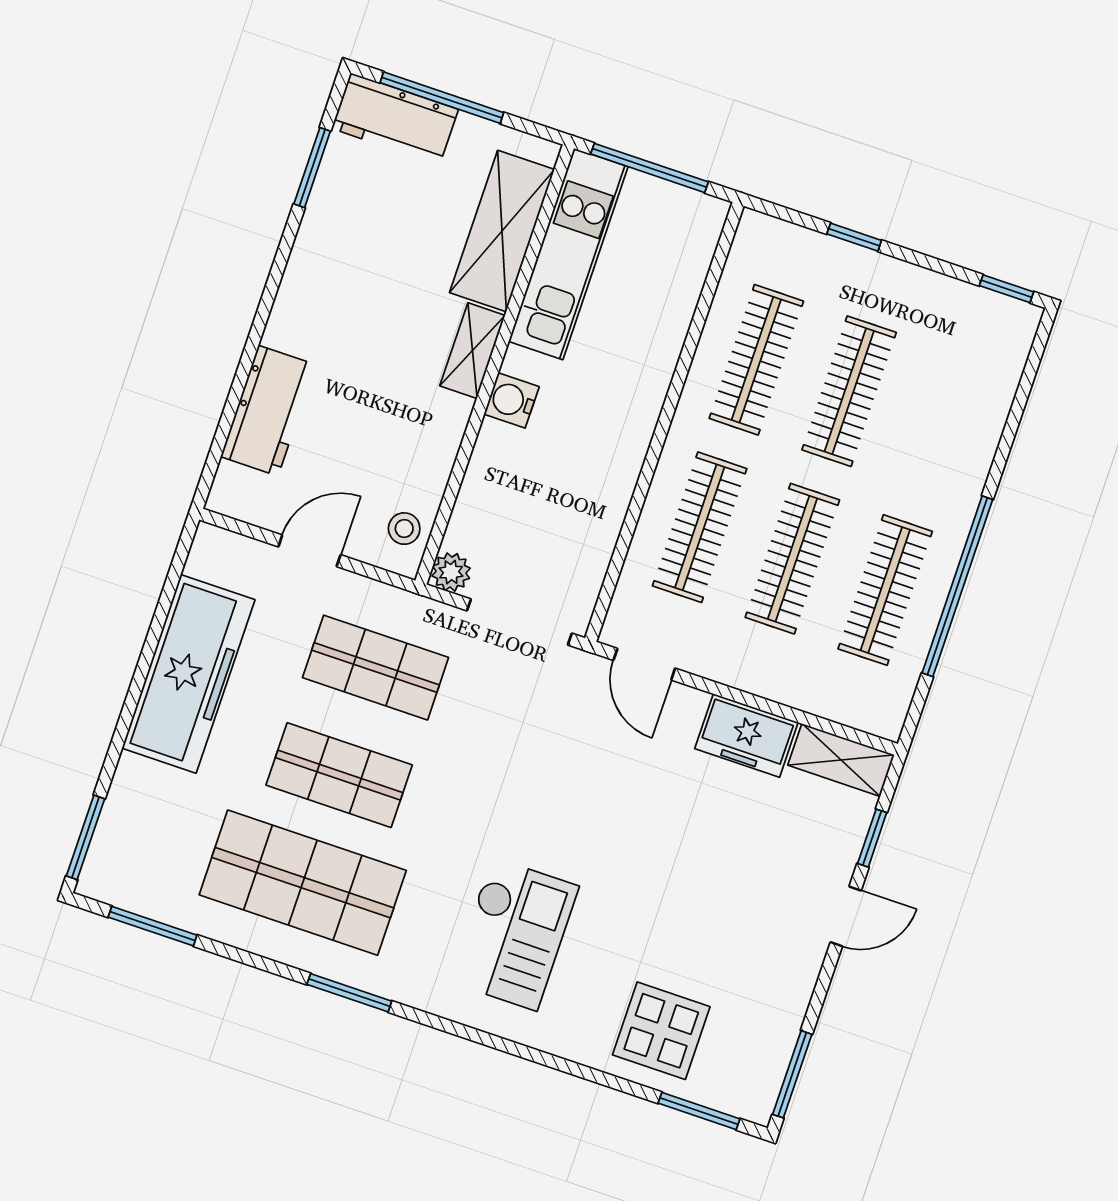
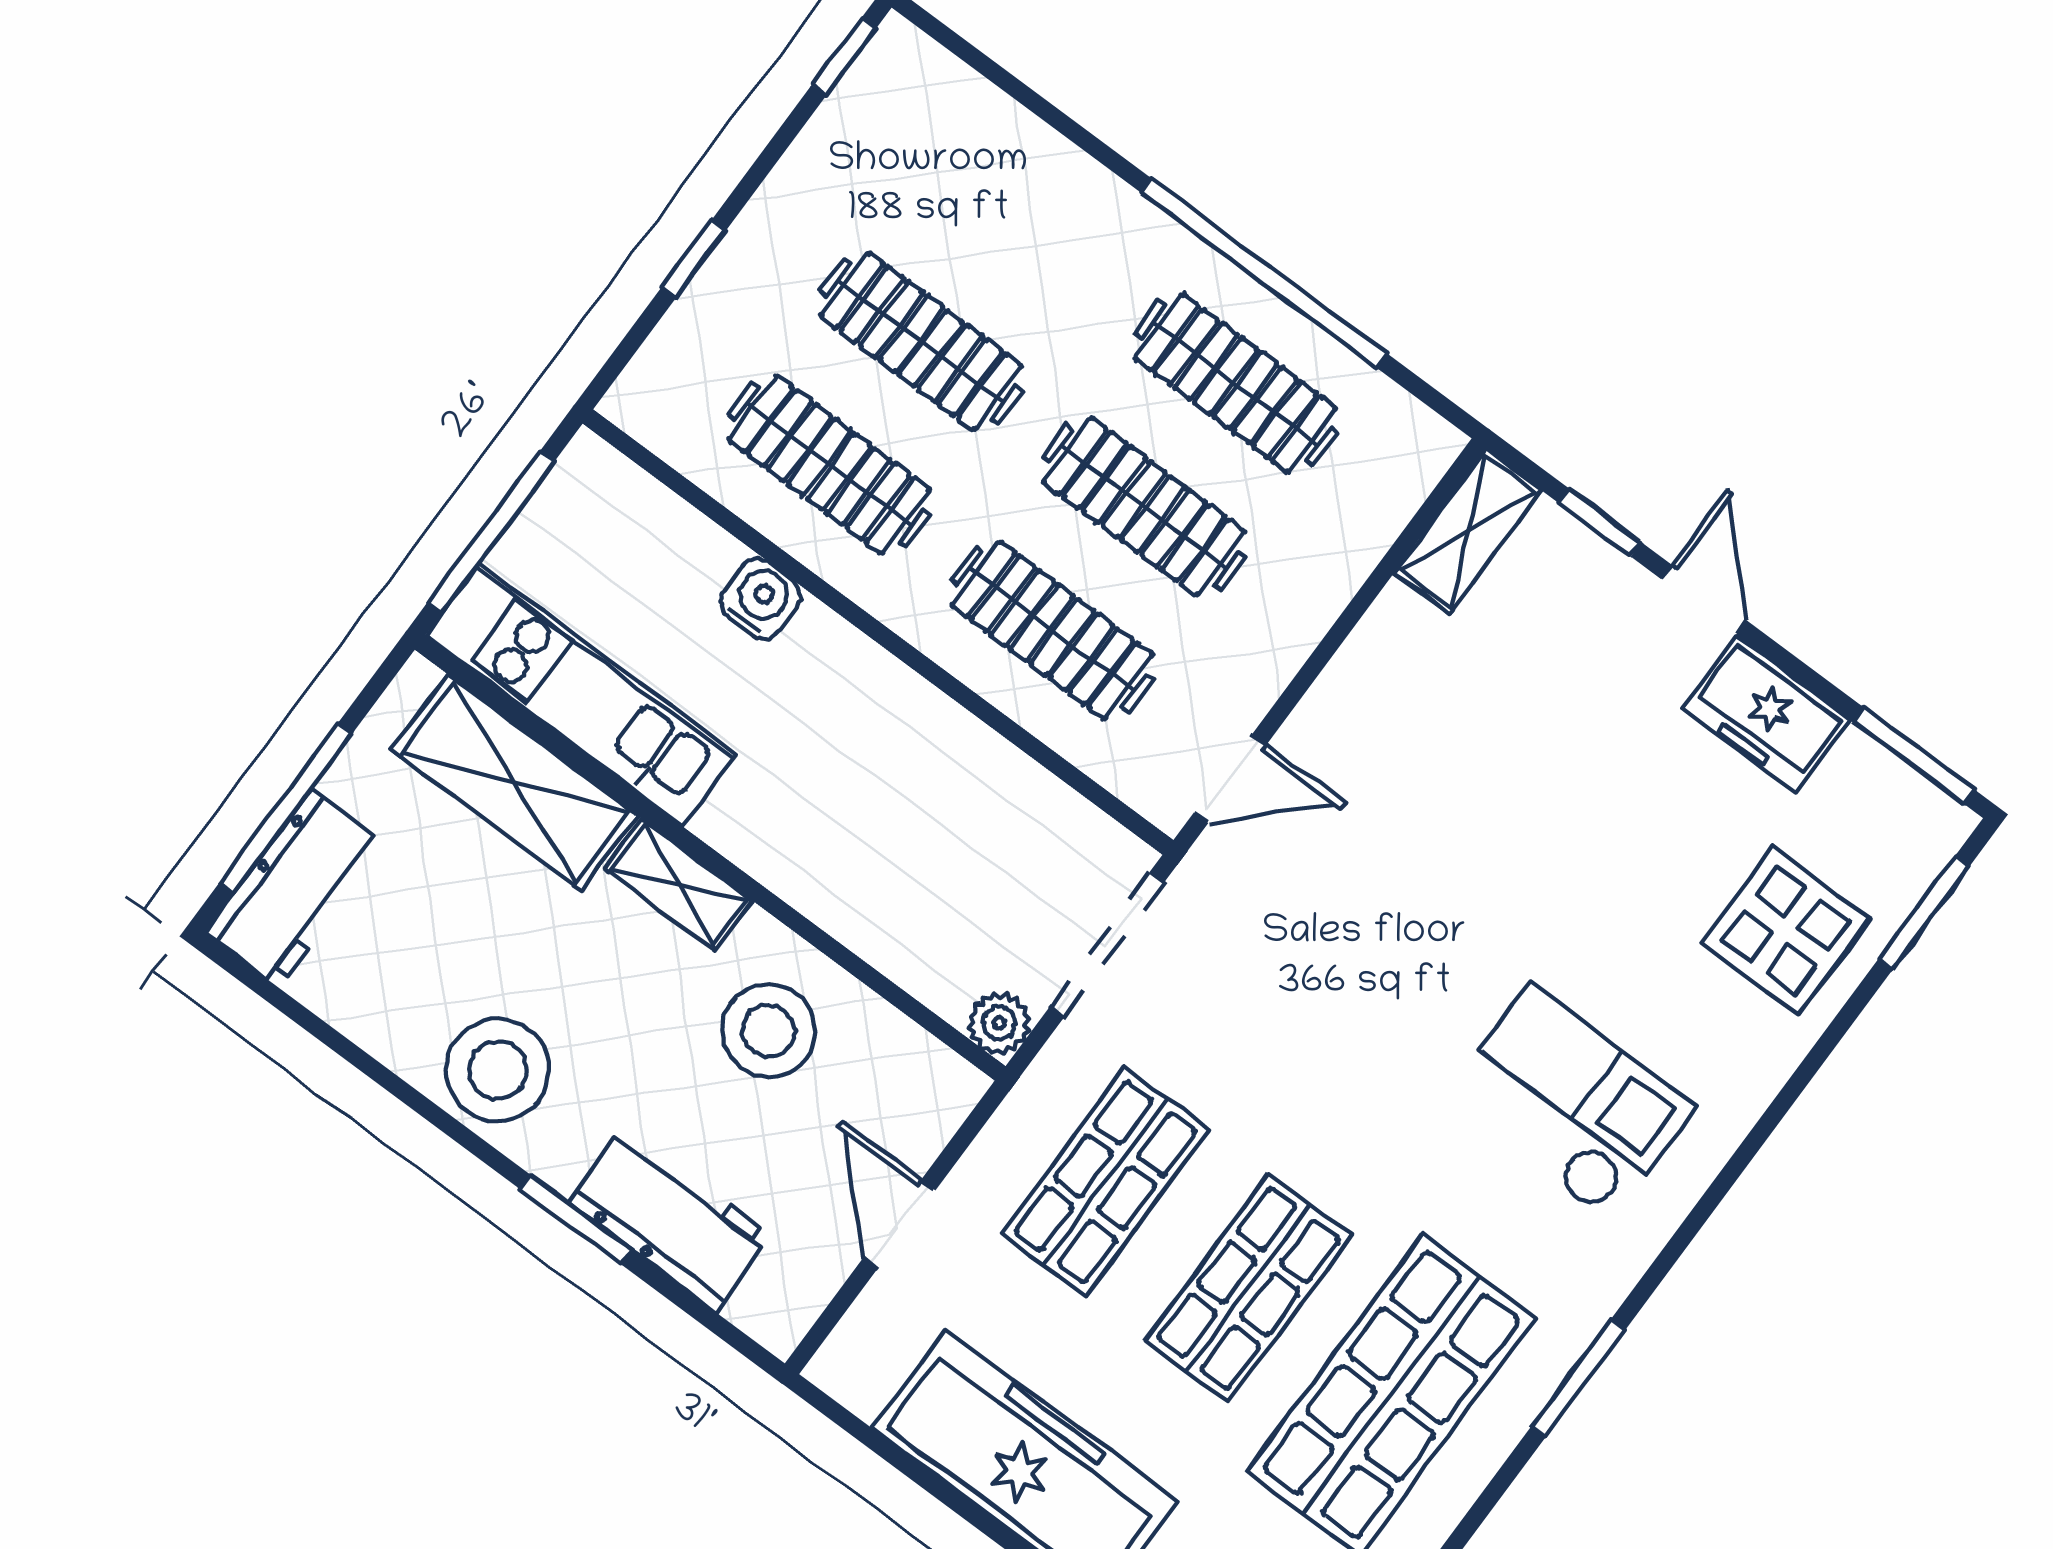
window: (312, 168) -> (575, 1219), moved
stool: (325, 277) -> (498, 1070), added
water cooler: (511, 400) -> (761, 599), moved, turned 180
stool: (404, 529) -> (769, 1031), moved, width x1.89, depth x1.89
freezer: (746, 736) -> (1766, 714), moved, turned 90

